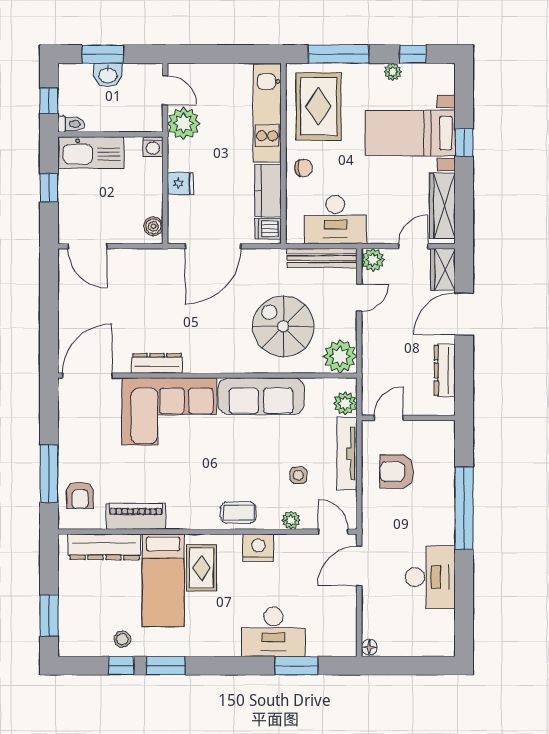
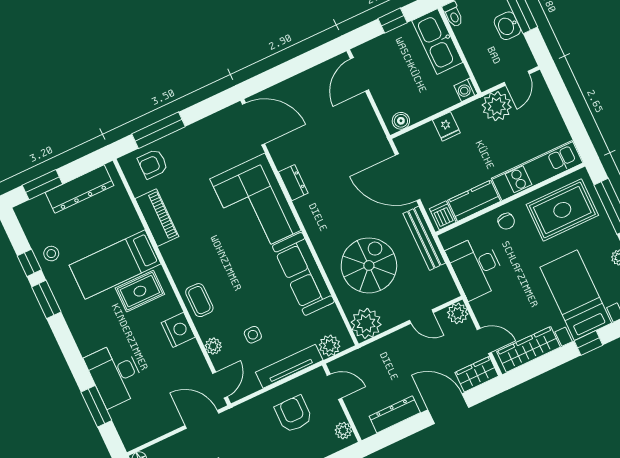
bench: (322, 258) -> (424, 238), moved
dresser: (157, 363) -> (293, 183), width x0.70
plant: (437, 430) -> (343, 431), added
dresser: (104, 547) -> (79, 189), moved, turned -90

